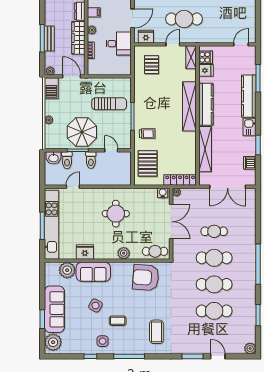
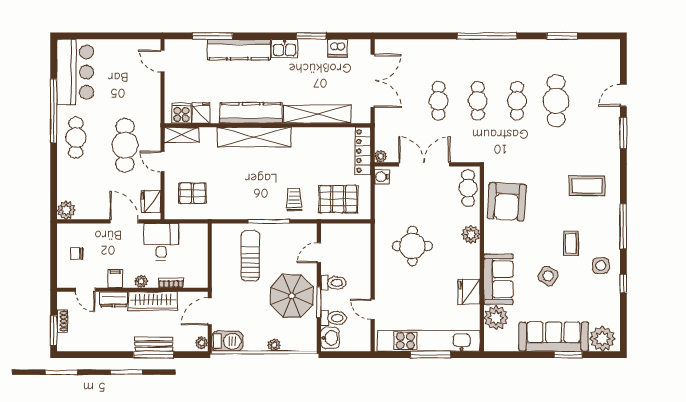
cafe table: (214, 258) -> (478, 101), width x0.73, depth x0.74
cafe table: (214, 284) -> (517, 101), width x0.73, depth x0.74
plant: (250, 348) -> (612, 48), removed

